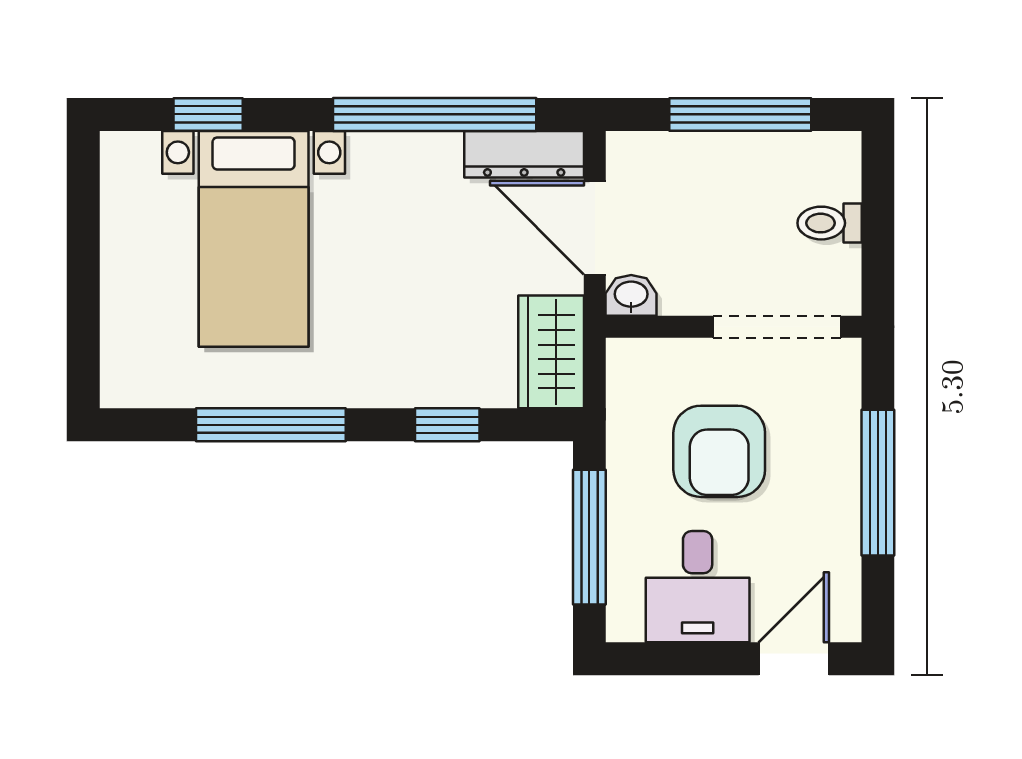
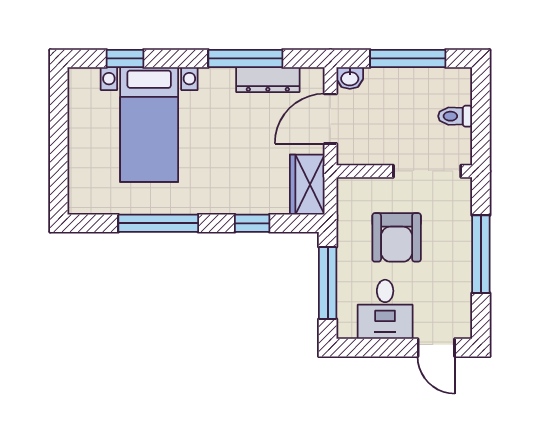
window: (435, 114) -> (245, 58), width x0.68
dresser: (524, 154) -> (268, 80), moved
door: (595, 228) -> (330, 119), hinge flipped
washbasin: (631, 295) -> (350, 78), moved, turned 180
door: (794, 659) -> (436, 348), swing flipped

